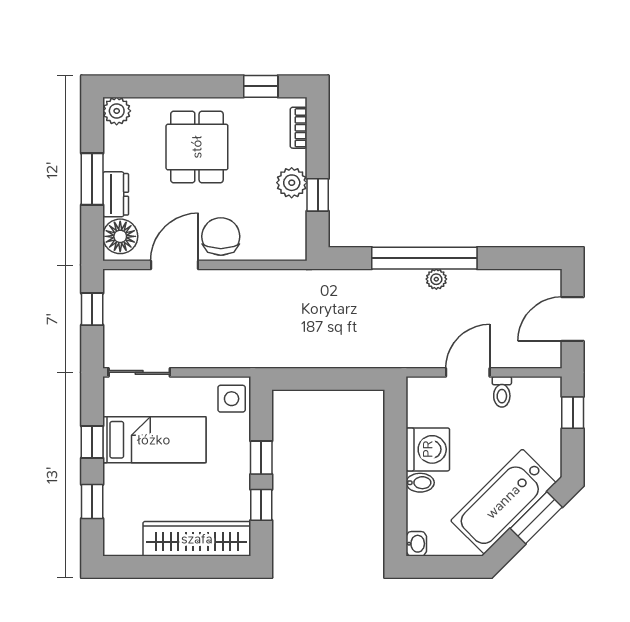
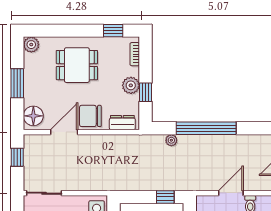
dining table: (197, 147) -> (77, 65), turned 90
dresser: (116, 194) -> (122, 123), moved, turned -90
chair: (221, 236) -> (90, 116), turned -90
plant: (436, 279) -> (171, 140), moved
window: (352, 379) -> (165, 197), added

